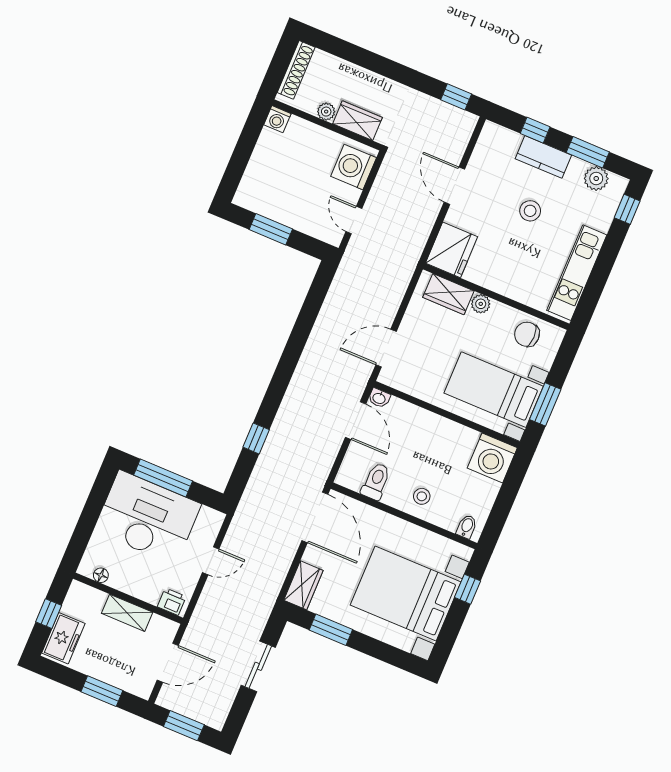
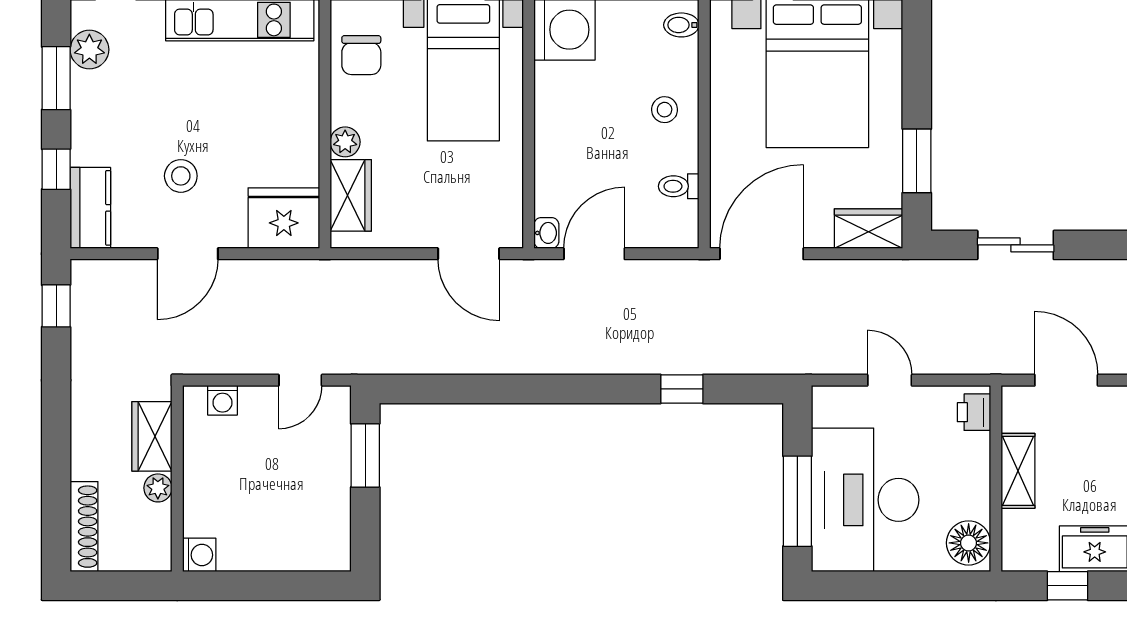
shoe rack: (296, 70) -> (84, 527), moved, turned 90
kitchen counter: (543, 157) -> (90, 208), moved
washing machine: (354, 167) -> (223, 400), width x0.53, depth x0.53
stool: (530, 211) -> (181, 176), moved
window: (271, 229) -> (365, 455), moved
toilet: (376, 481) -> (679, 186), width x0.73, depth x0.72
floor lamp: (101, 575) -> (969, 543), width x1.89, depth x1.89

